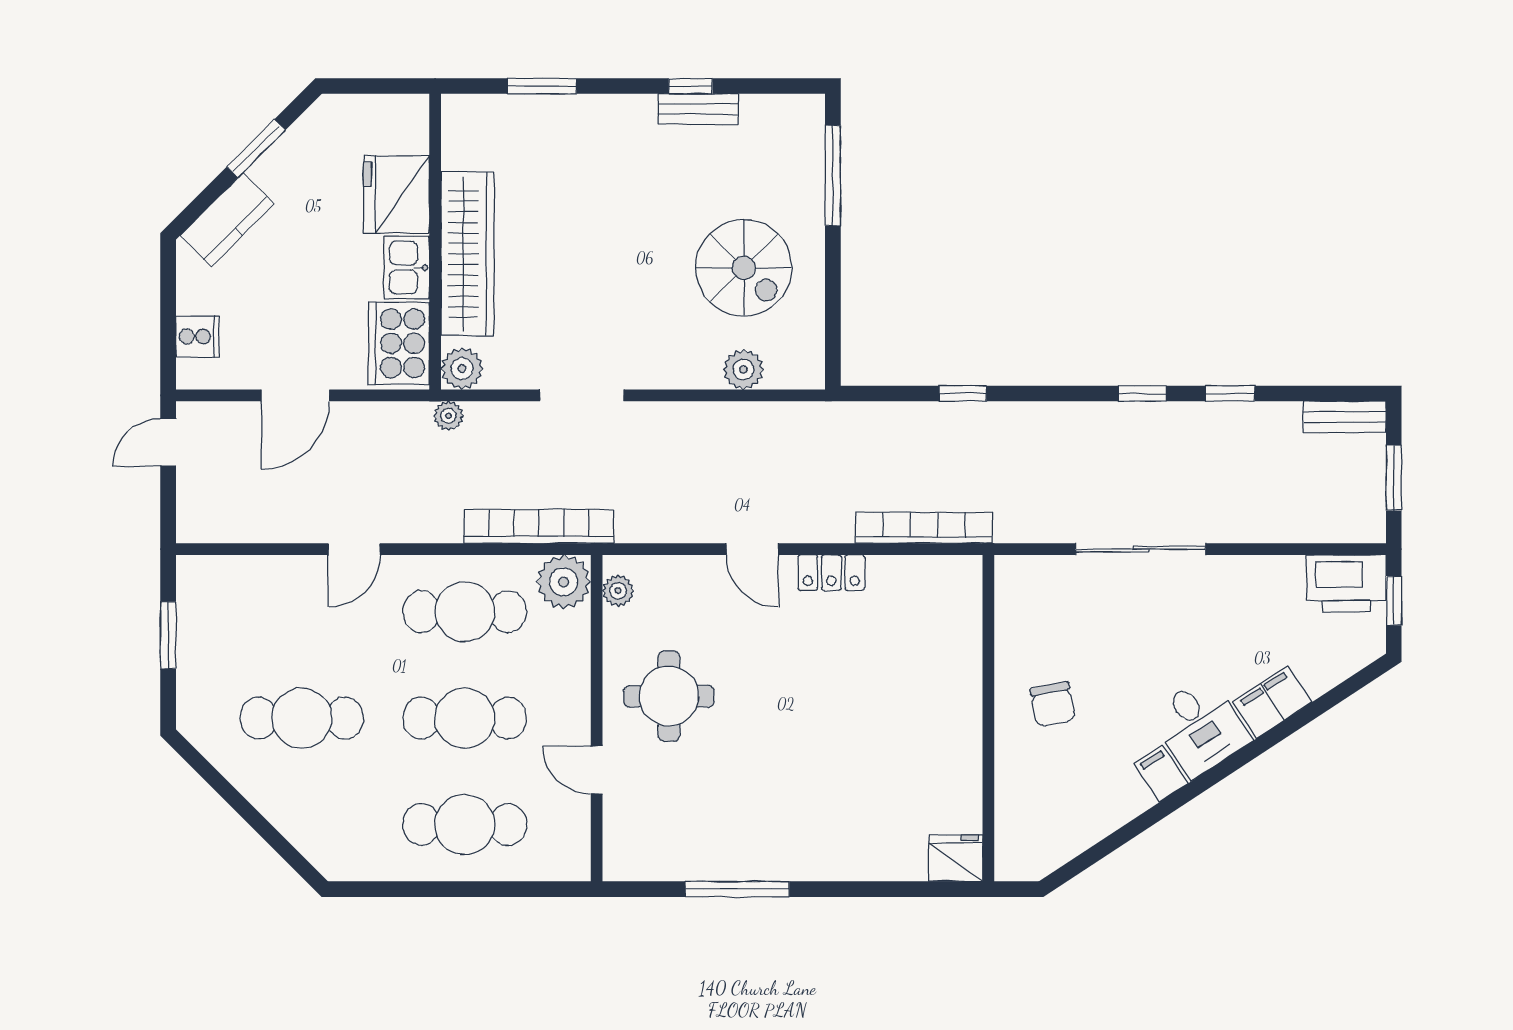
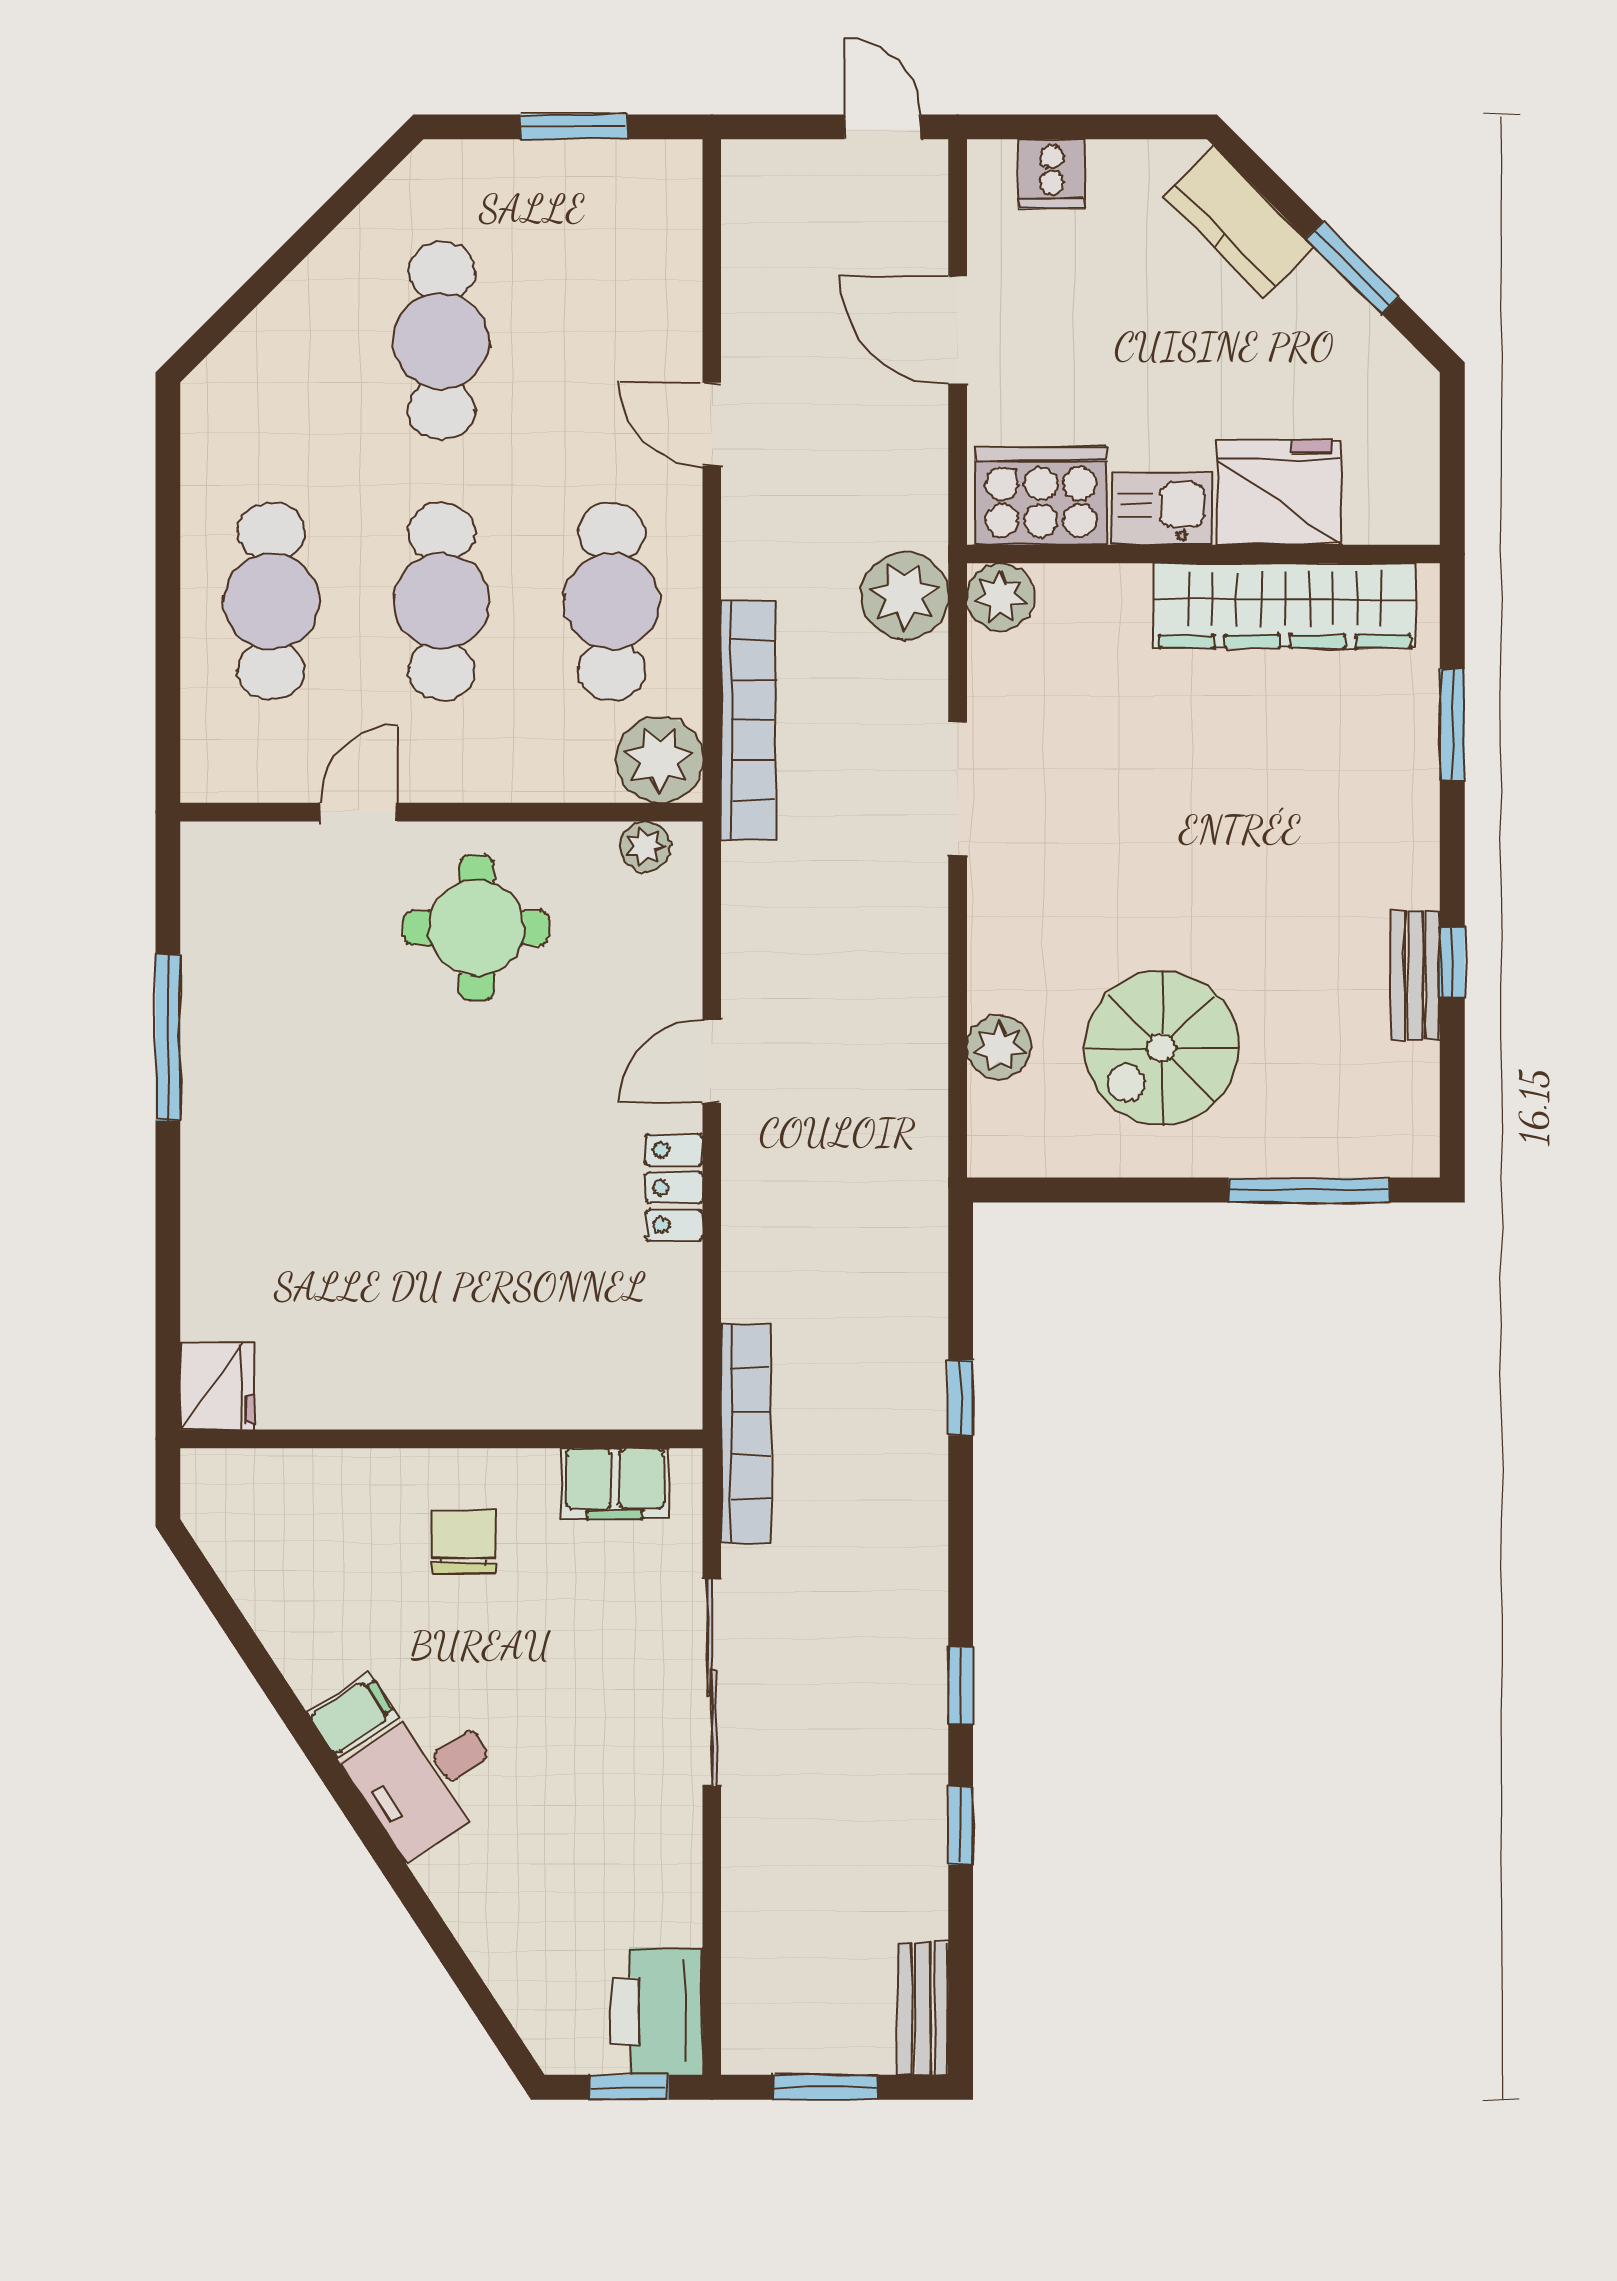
wardrobe: (467, 254) -> (1285, 606), moved
plant: (448, 416) -> (905, 596), width x1.87, depth x1.87
bookcase: (924, 528) -> (746, 1433), moved
filing cabinet: (1272, 702) -> (615, 1484), moved, turned 123
chair: (1053, 704) -> (464, 1542), turned 101

